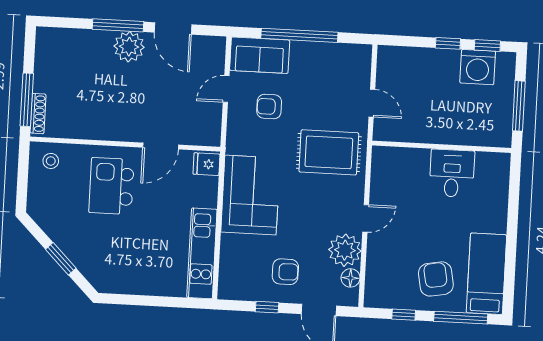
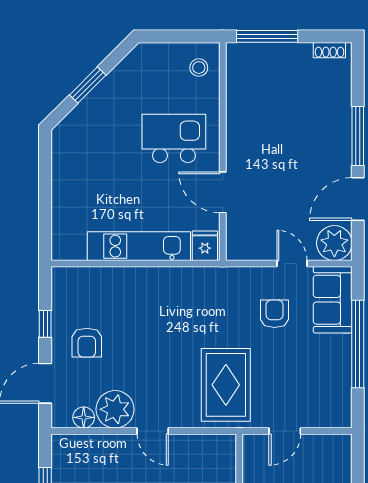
plant: (129, 47) -> (334, 243), moved
shoe rack: (38, 114) -> (329, 50), moved, width x0.70
corner sofa: (250, 195) -> (172, 298), removed
kitchen unit: (202, 253) -> (139, 246), moved

